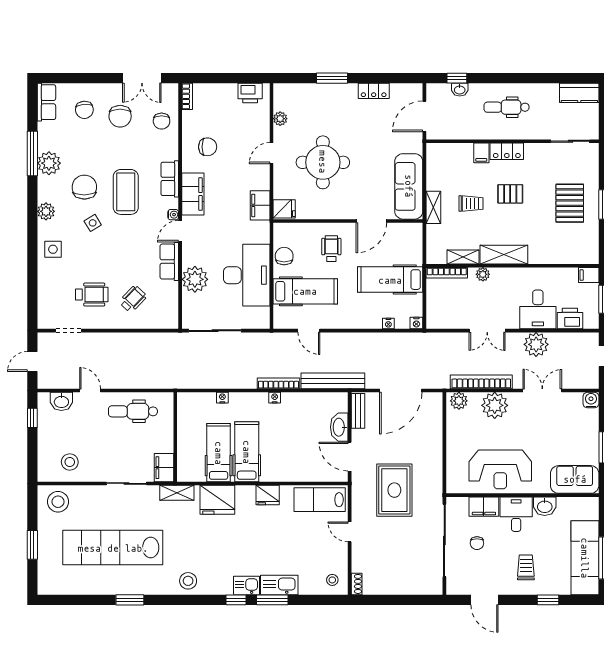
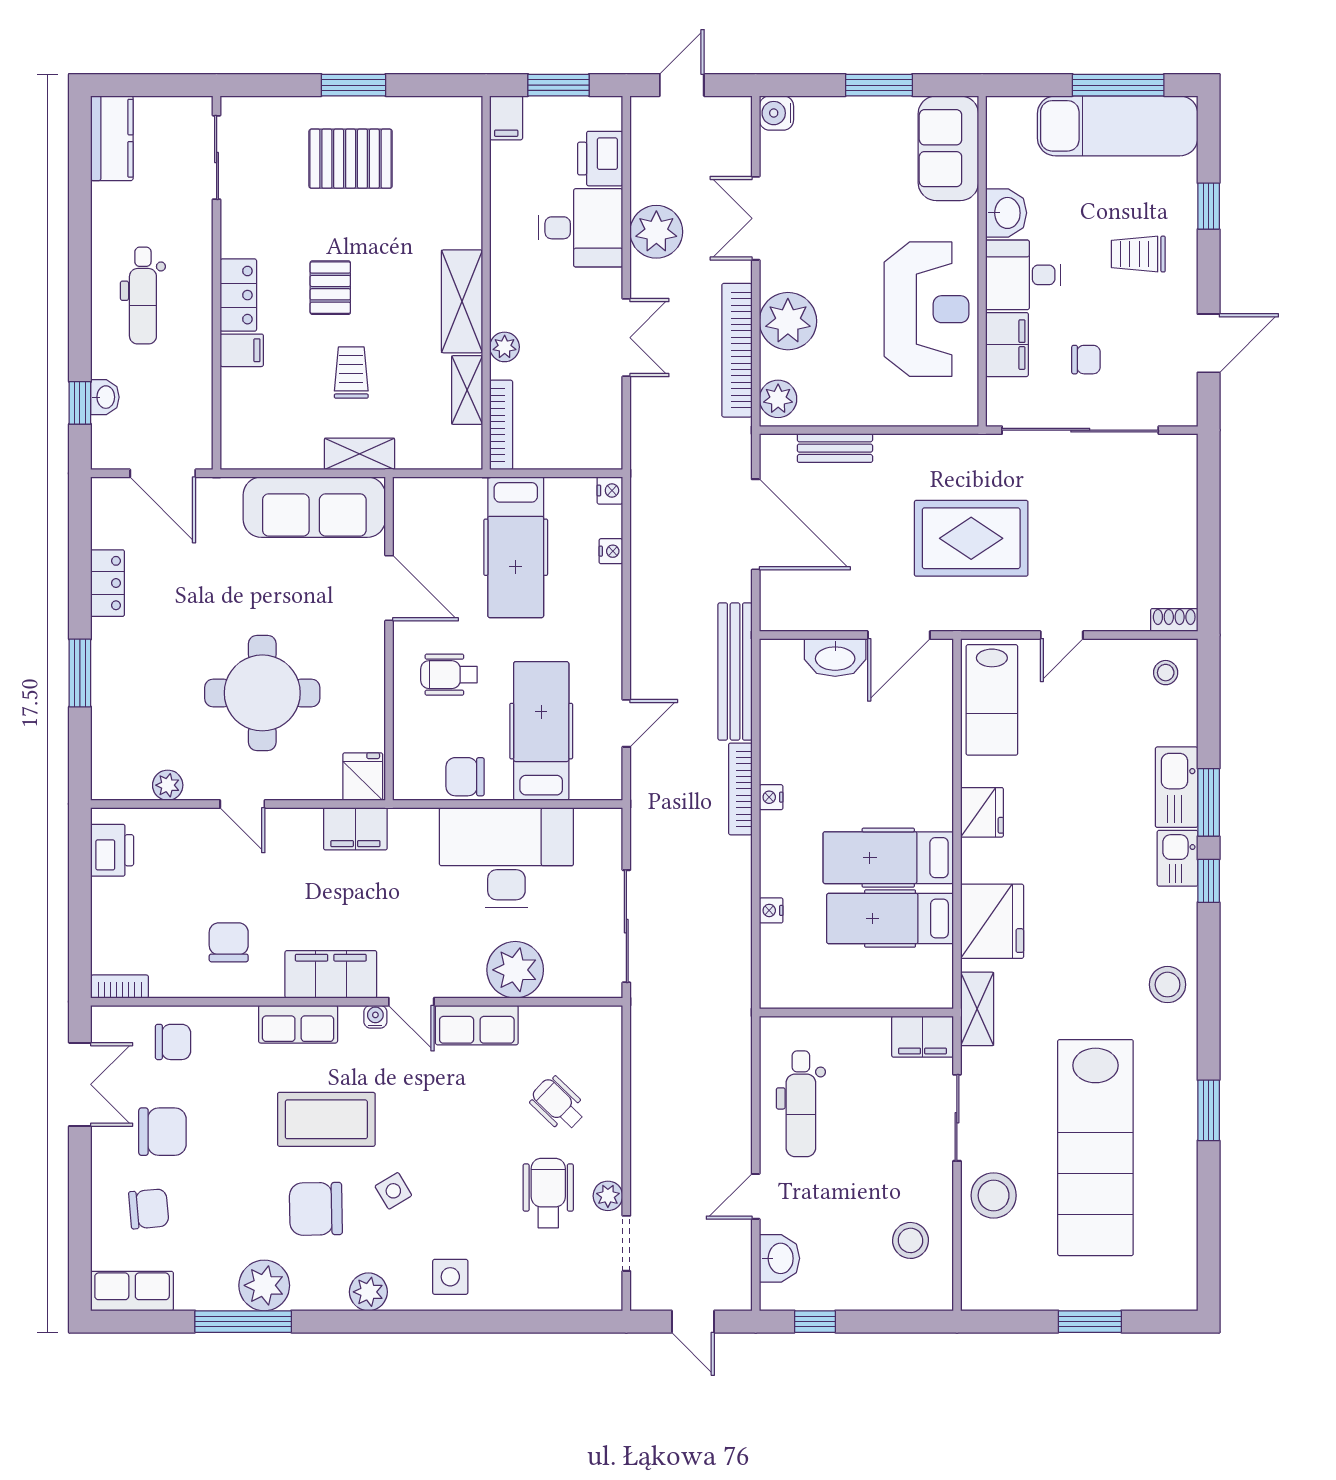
plant: (90, 322) -> (608, 1196), added
bench: (358, 411) -> (835, 448), moved
stool: (58, 502) -> (994, 1195), moved

